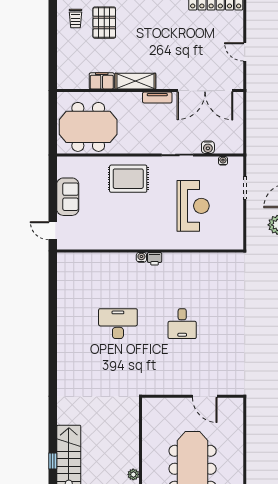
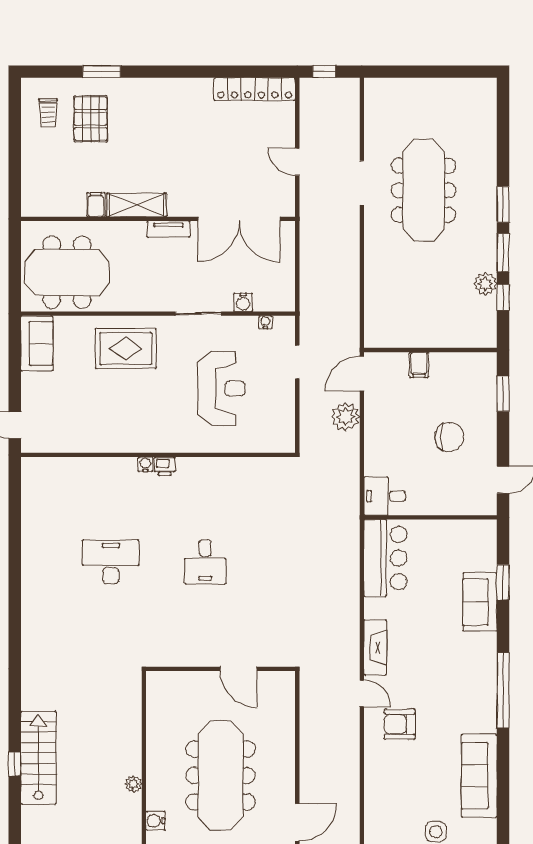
filing cabinet: (102, 81) -> (96, 205), width x0.50
sofa: (68, 197) -> (37, 343), moved

